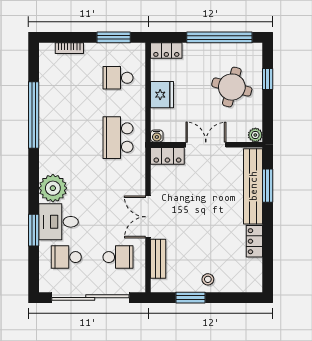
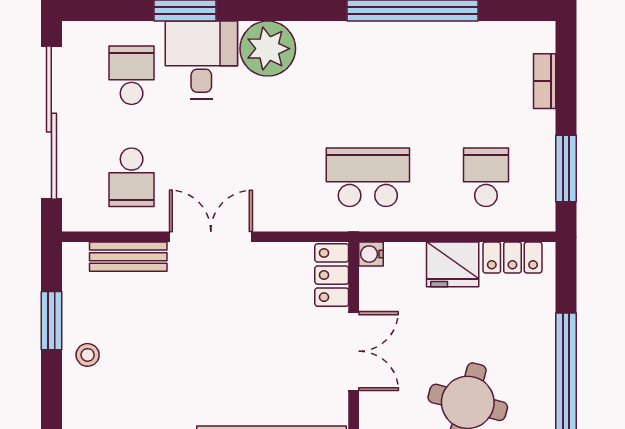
locker: (166, 50) -> (512, 258), moved, turned -90

